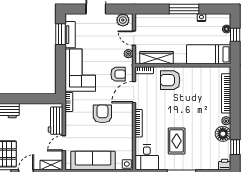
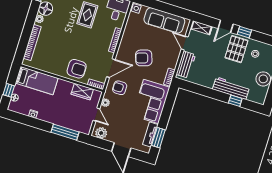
window: (184, 9) -> (65, 132), moved
wardrobe: (157, 58) -> (82, 92), width x0.67
armchair: (102, 114) -> (144, 58), turned 72
door: (64, 143) -> (185, 43), swing flipped

